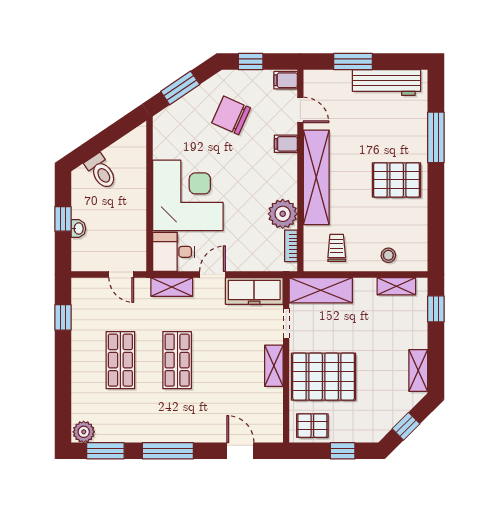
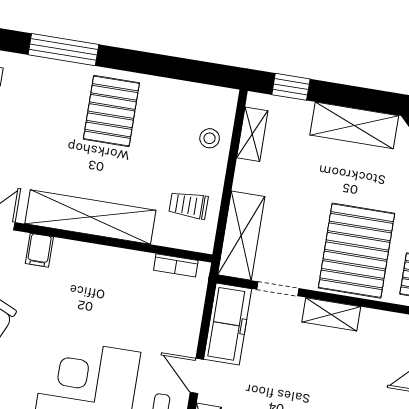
plant: (283, 214) -> (132, 269), removed
shelving: (418, 370) -> (354, 125), width x1.50, depth x1.33

